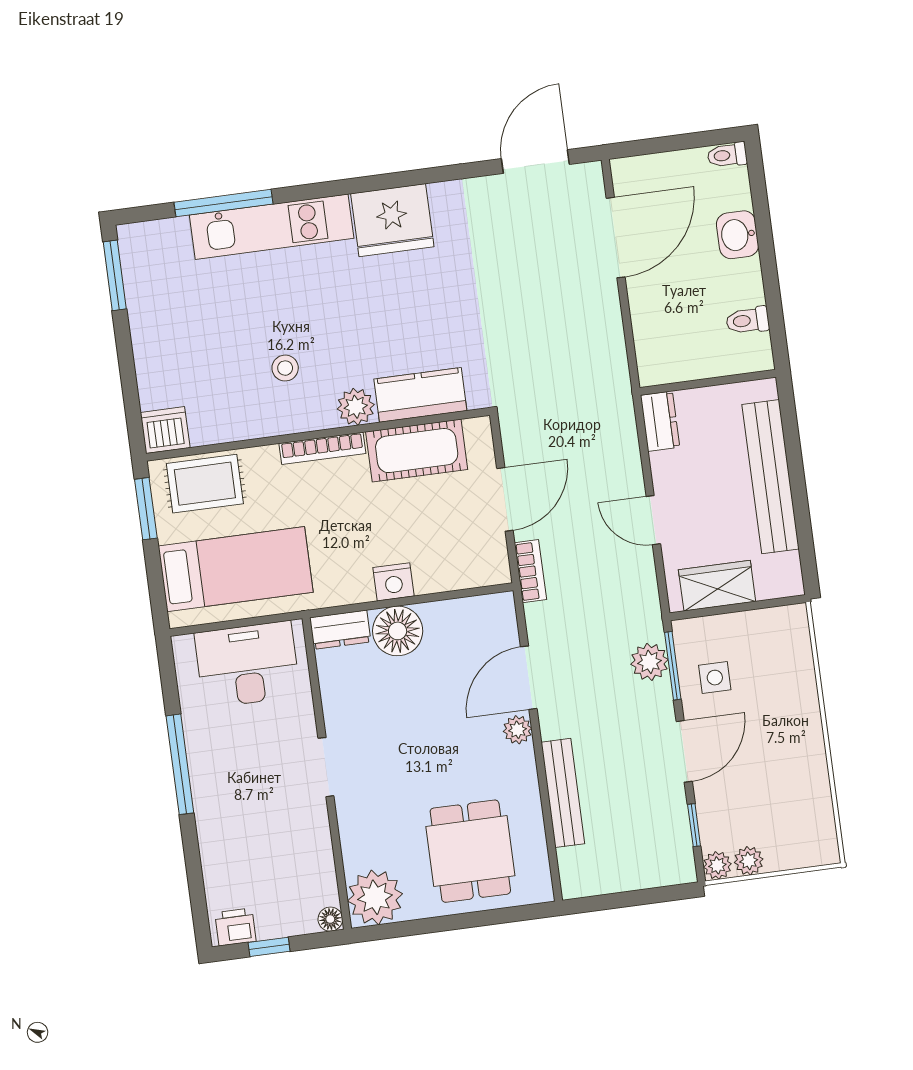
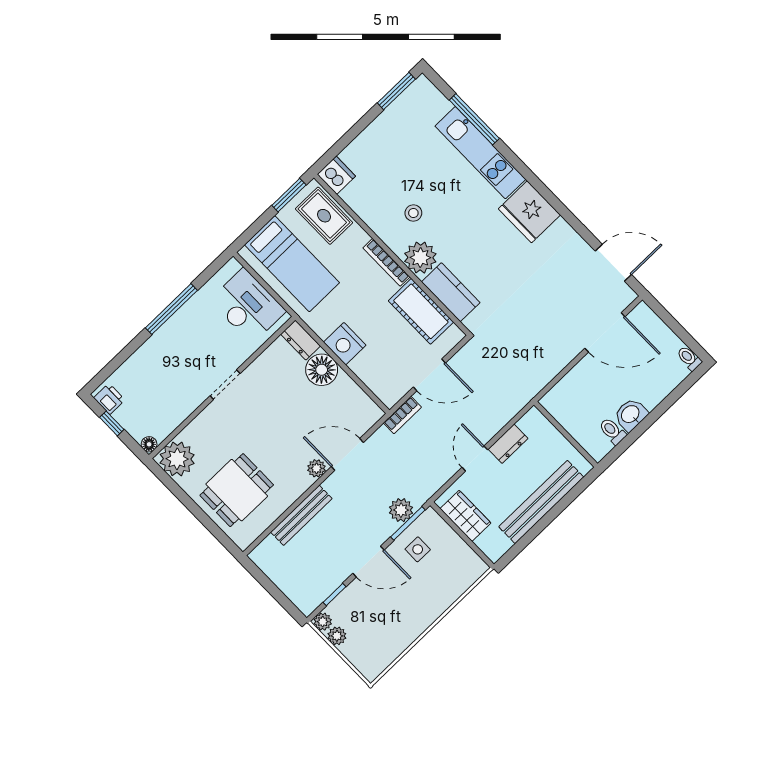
washbasin: (737, 235) -> (631, 415), moved
plant: (356, 407) -> (420, 258), width x1.36, depth x1.36
dresser: (660, 421) -> (508, 444), moved
nightstand: (394, 582) -> (345, 344), width x1.36, depth x1.33

